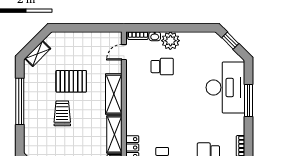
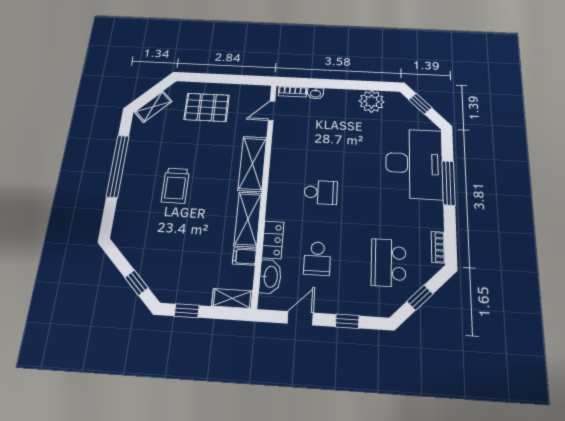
plant: (170, 41) -> (372, 101), moved
school desk: (162, 67) -> (321, 192), moved
pallet: (71, 81) -> (207, 107), moved
trolley: (62, 113) -> (175, 186), turned 180

